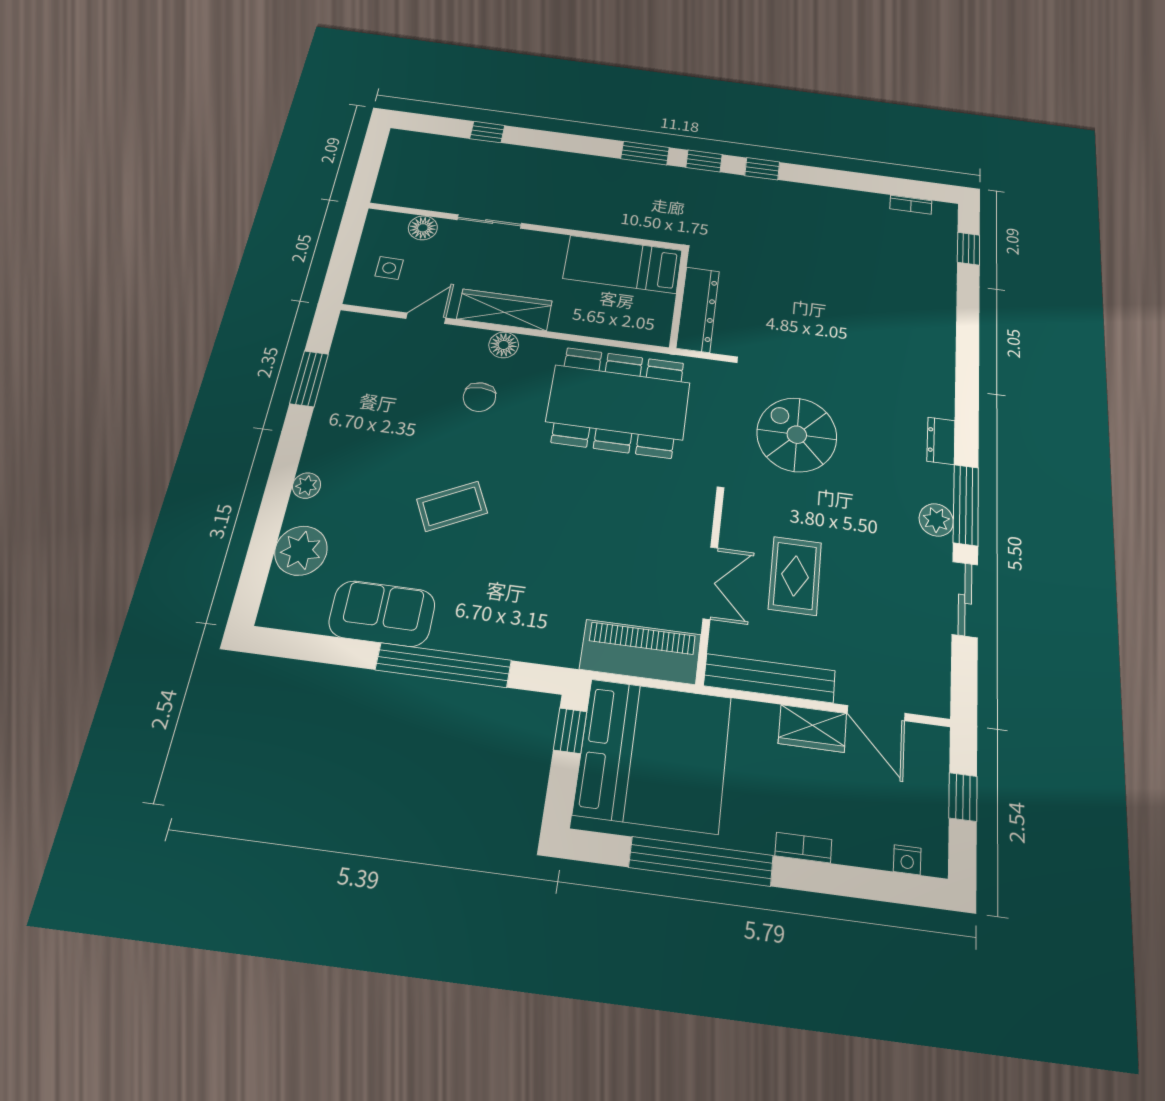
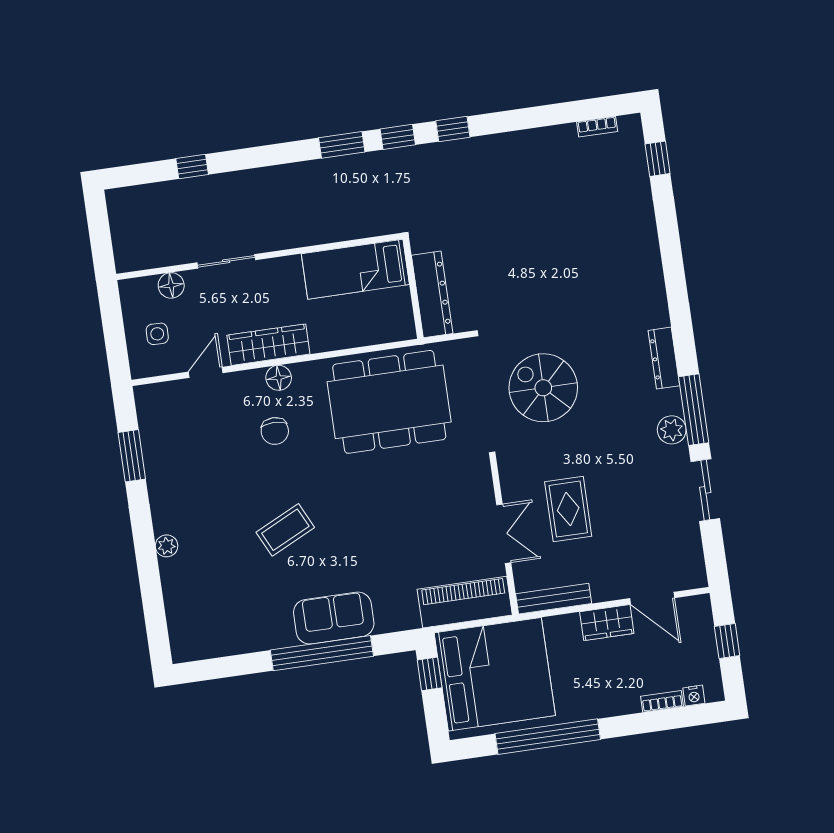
dresser: (941, 441) -> (664, 358), width x1.44
plant: (301, 551) -> (183, 598), removed
sofa: (382, 614) -> (334, 618), moved
bench: (770, 678) -> (554, 599), width x0.73, depth x0.82
bookcase: (803, 848) -> (662, 701), moved

